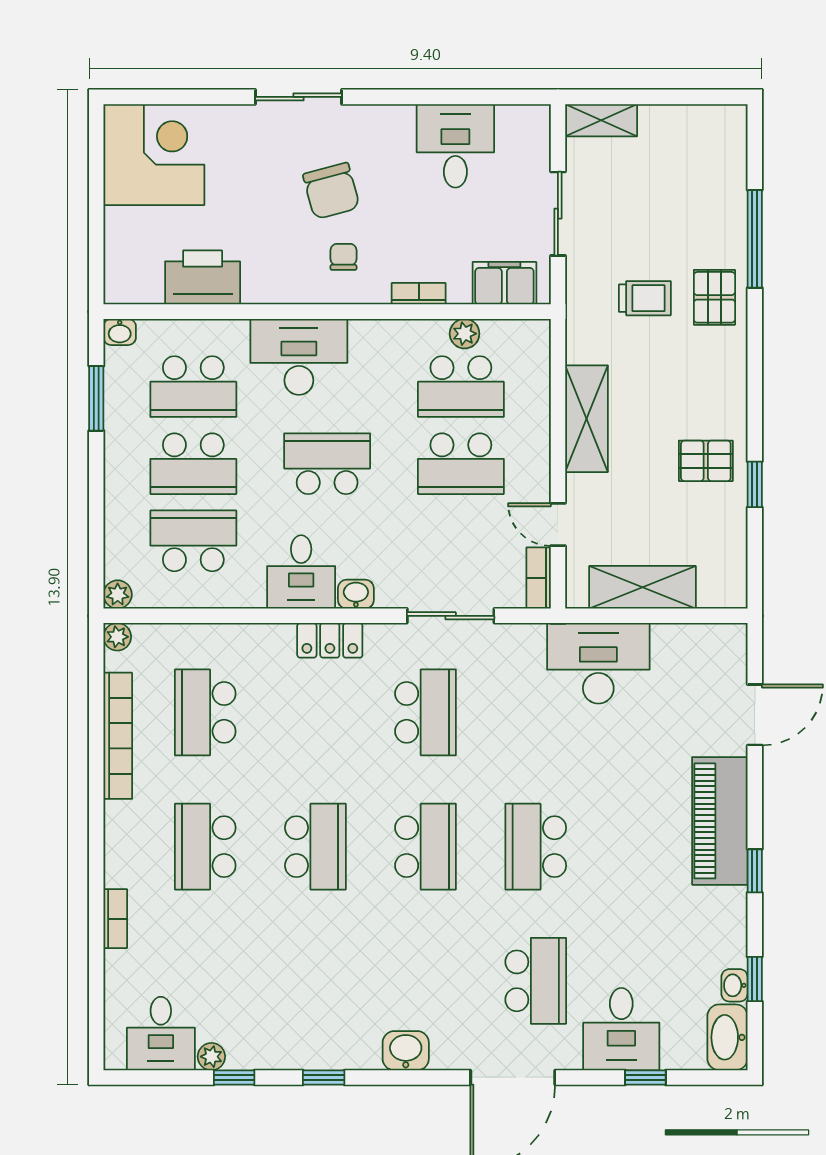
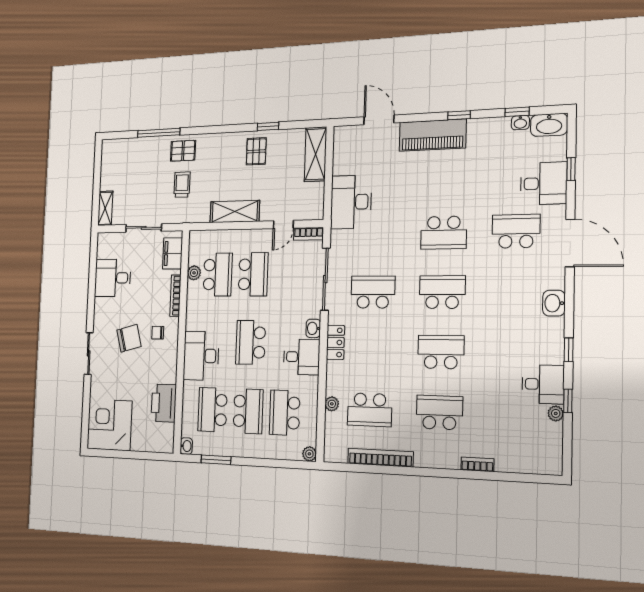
bookcase: (419, 294) -> (175, 296), width x1.56
school desk: (193, 387) -> (212, 410), turned 180
shelving: (642, 587) -> (316, 154), moved
sliding door: (451, 616) -> (325, 279), width x1.37
plant: (117, 637) -> (332, 404), moved
school desk: (205, 847) -> (439, 412), turned 180
desk: (161, 1034) -> (543, 384), moved

